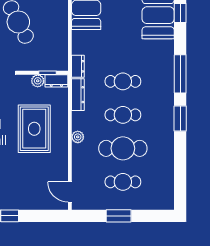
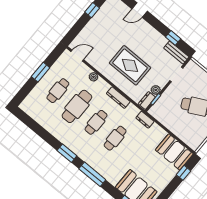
dresser: (78, 95) -> (118, 98), moved
plant: (78, 137) -> (93, 77), moved

